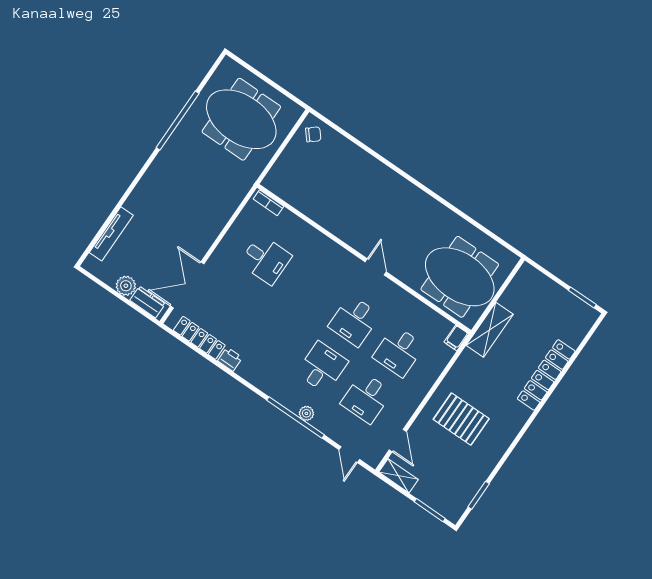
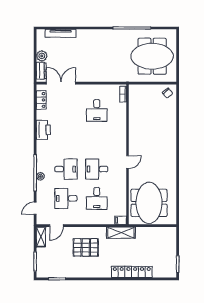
meeting table: (241, 119) -> (152, 56), turned 90
shelving: (490, 330) -> (121, 233), moved
locker: (199, 338) -> (41, 100), width x0.66
desk: (399, 351) -> (97, 198), turned -90
printer: (230, 359) -> (43, 130), width x1.87, depth x1.48
pallet: (461, 419) -> (86, 247), turned 90

